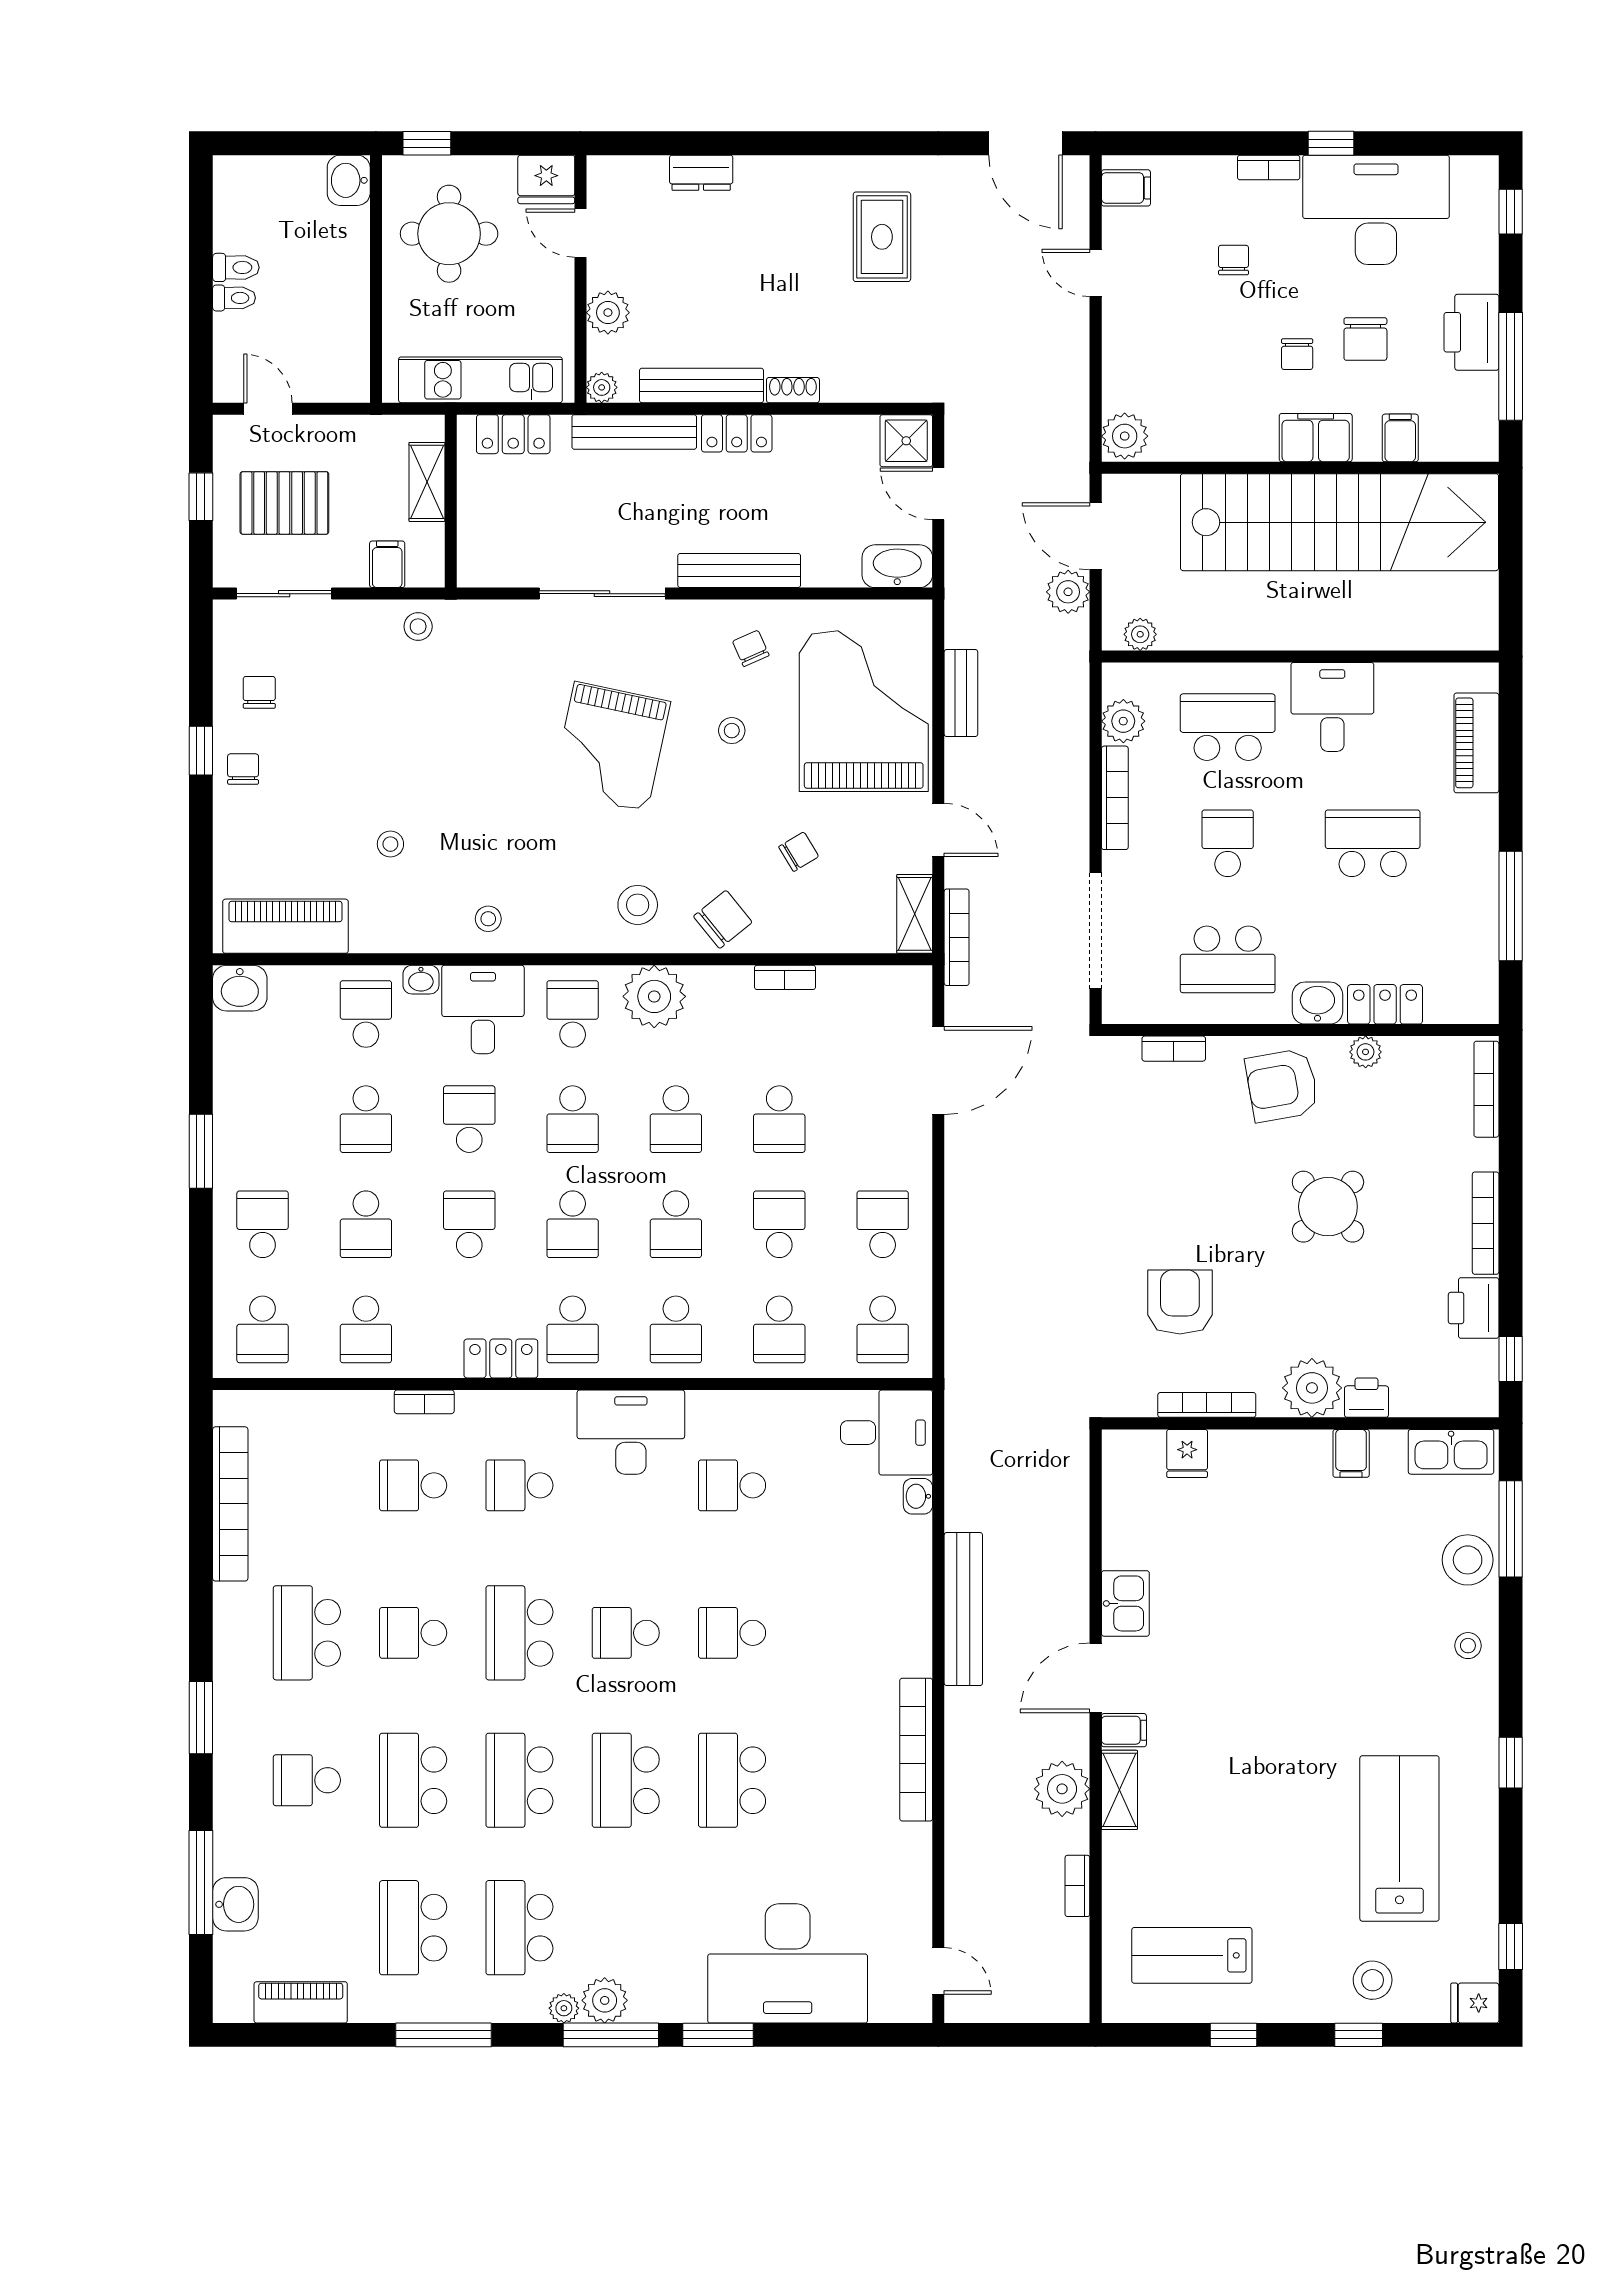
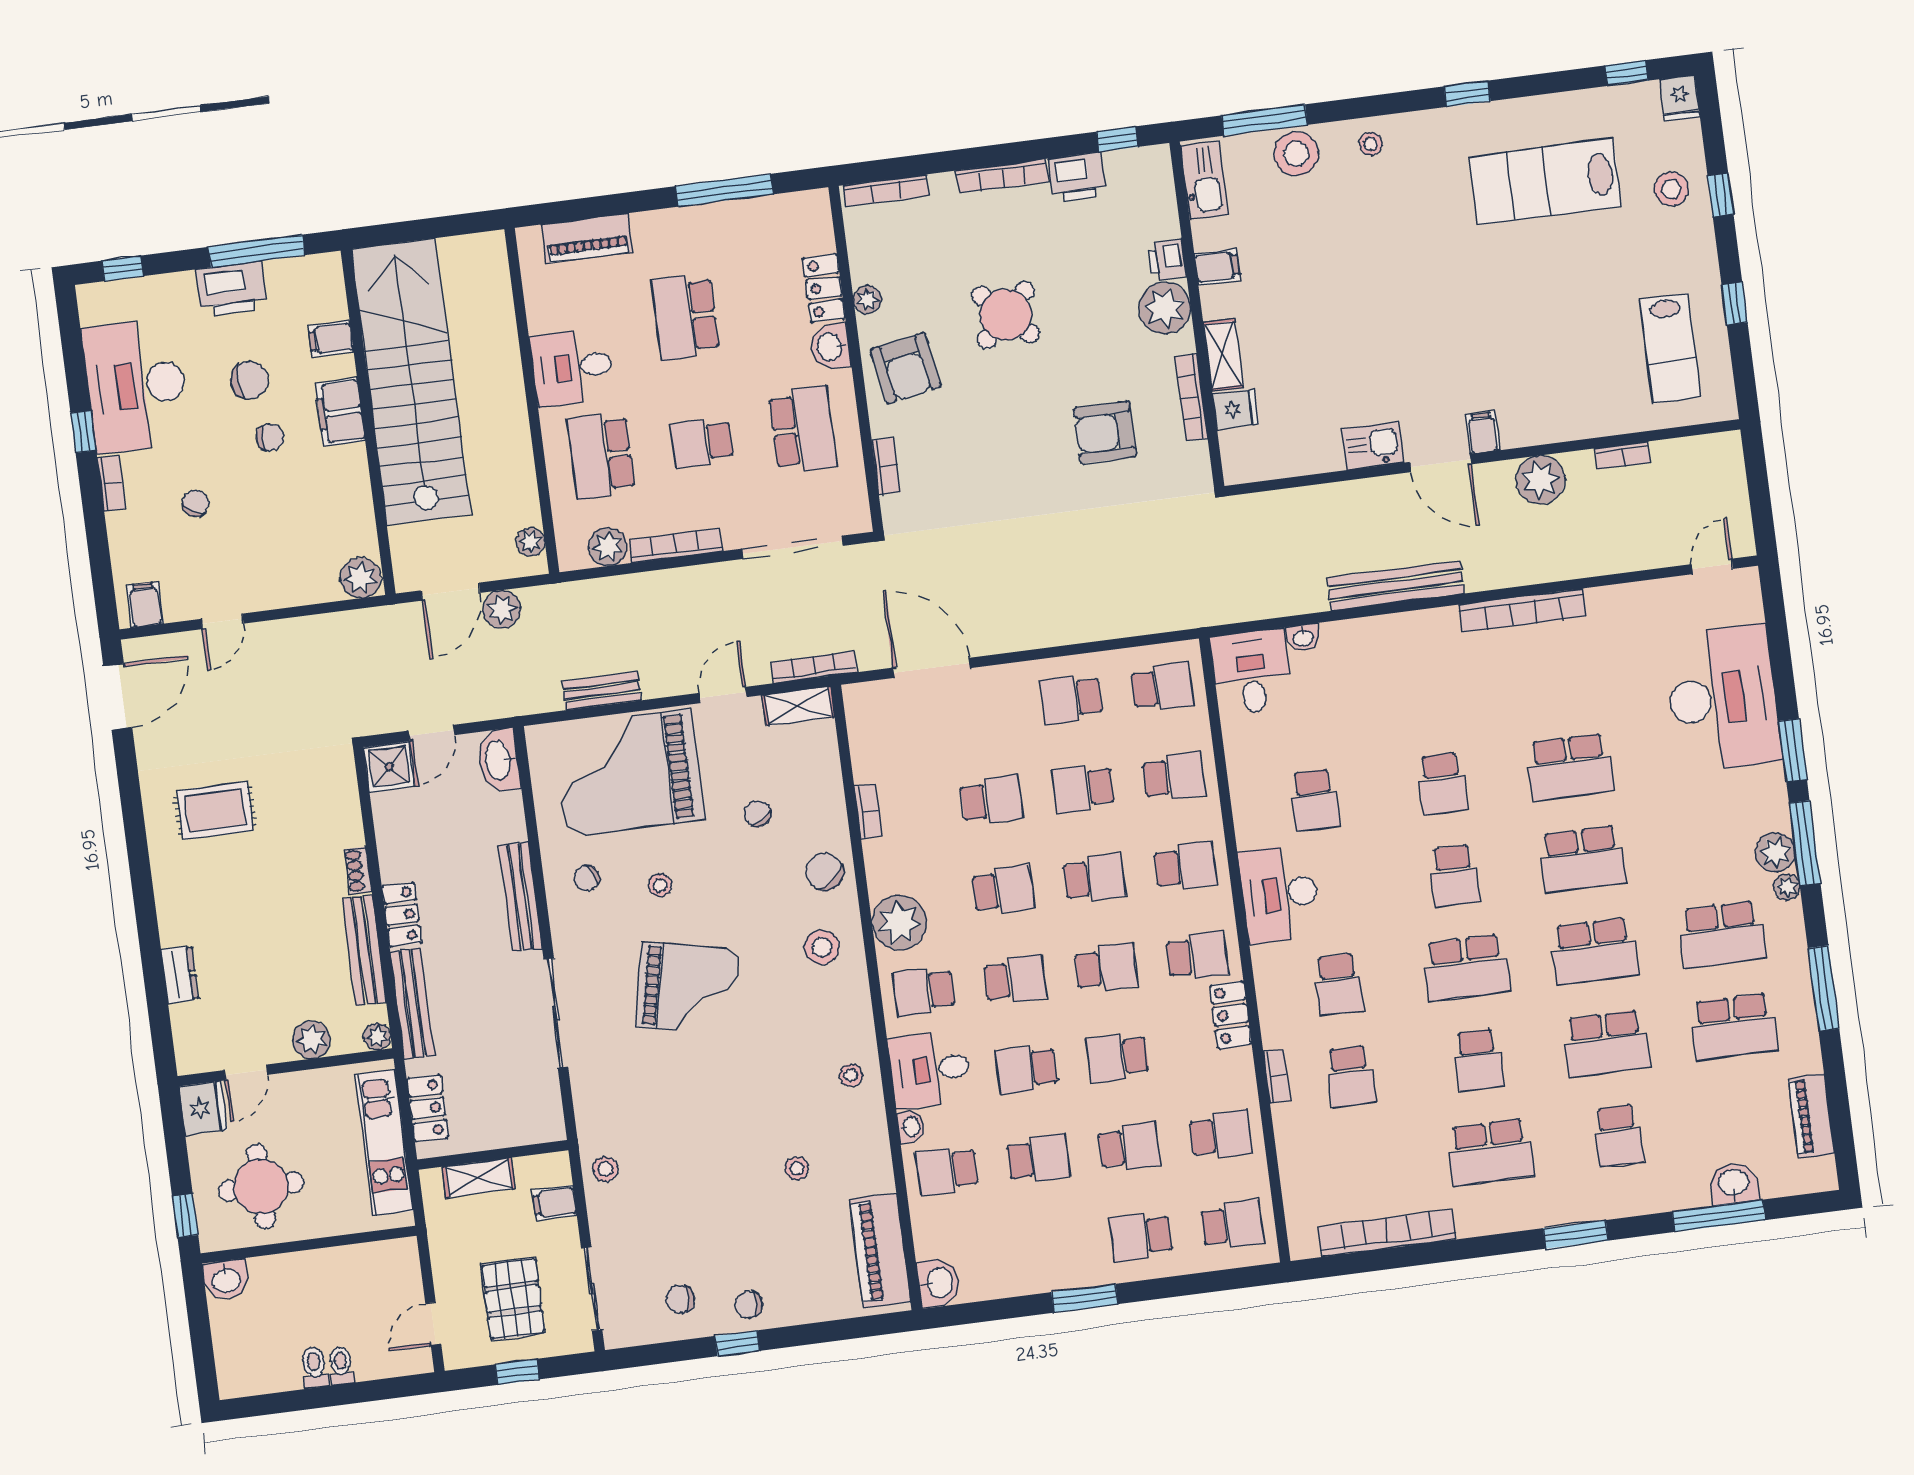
chair: (1233, 260) -> (196, 503), turned 122
shelving: (1119, 1790) -> (1223, 355), moved, turned 90

